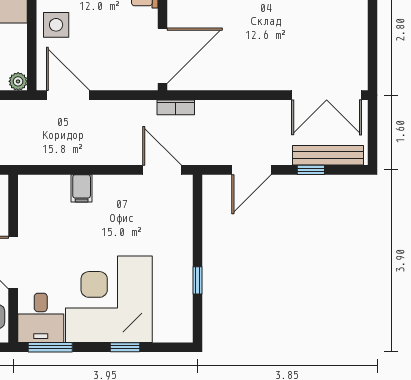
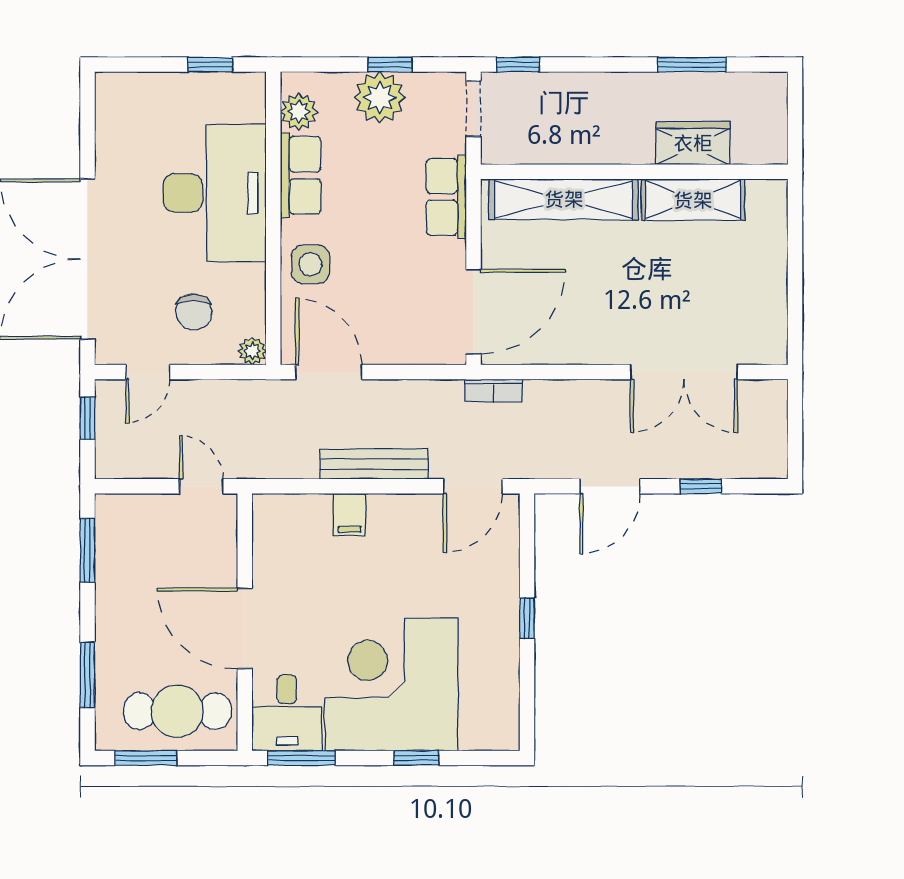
double door: (327, 95) -> (684, 372), moved
bench: (328, 155) -> (374, 464), moved
door: (162, 170) -> (473, 486), swing flipped
window: (197, 280) -> (527, 618), moved

